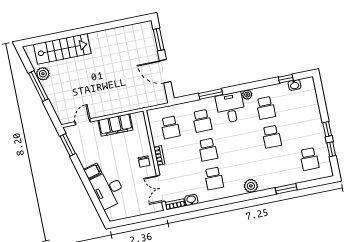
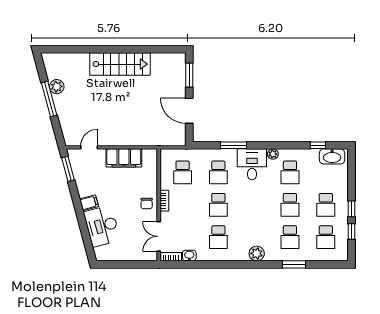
stairs: (62, 49) -> (120, 64), moved
washbasin: (295, 85) -> (332, 156), width x1.91, depth x1.45
school desk: (303, 130) -> (326, 205), added
school desk: (277, 165) -> (290, 237), added

